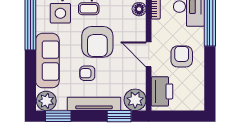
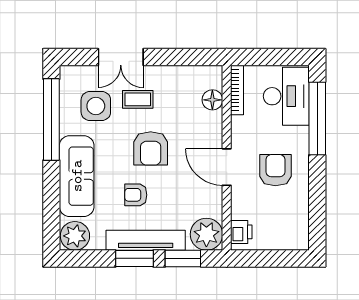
armchair: (97, 42) -> (151, 148), width x0.73, depth x0.73
printer: (162, 91) -> (241, 232), width x0.53, depth x0.68
window: (58, 116) -> (134, 258), moved

